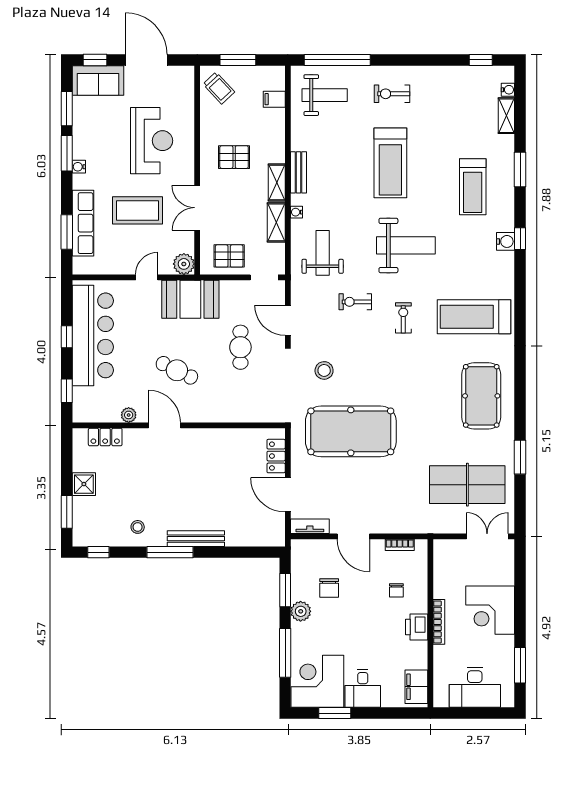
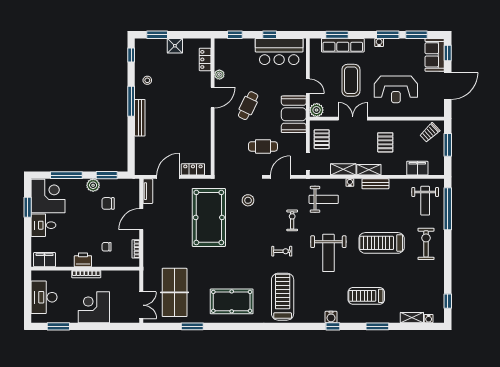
exercise bike: (392, 94) -> (426, 244), width x1.38, depth x1.39
filing cabinet: (274, 99) -> (417, 168), width x2.00
bar counter: (93, 335) -> (279, 51), width x0.73

